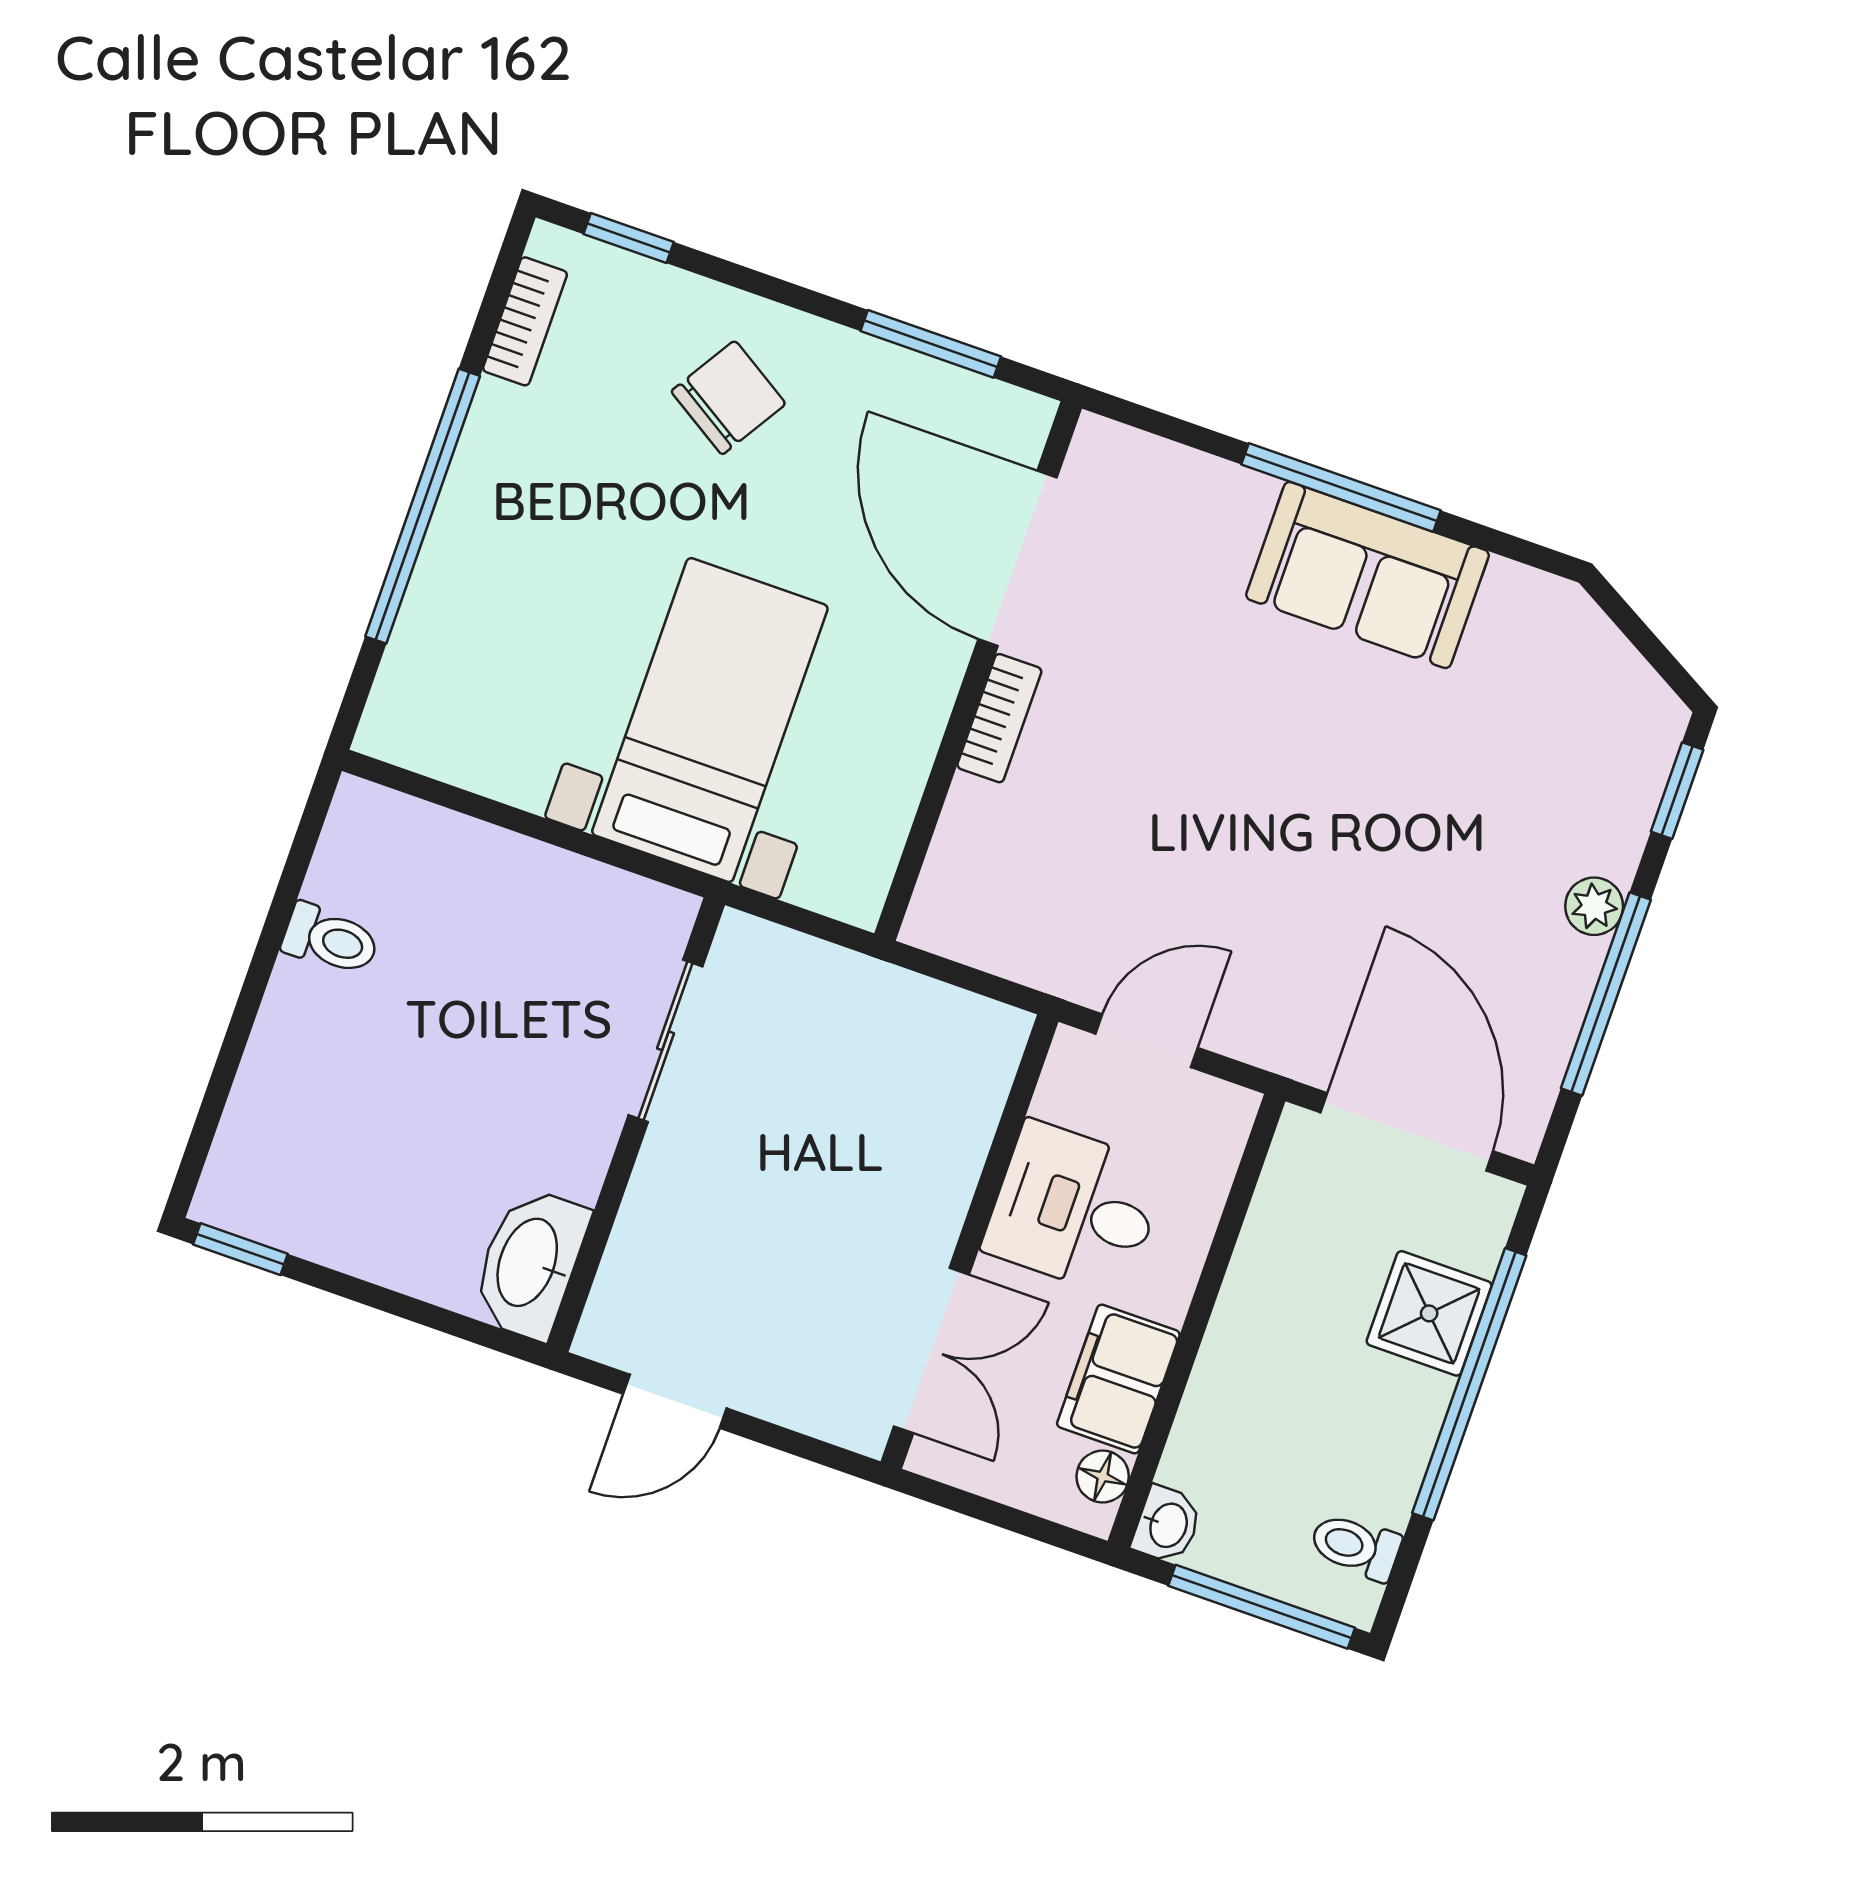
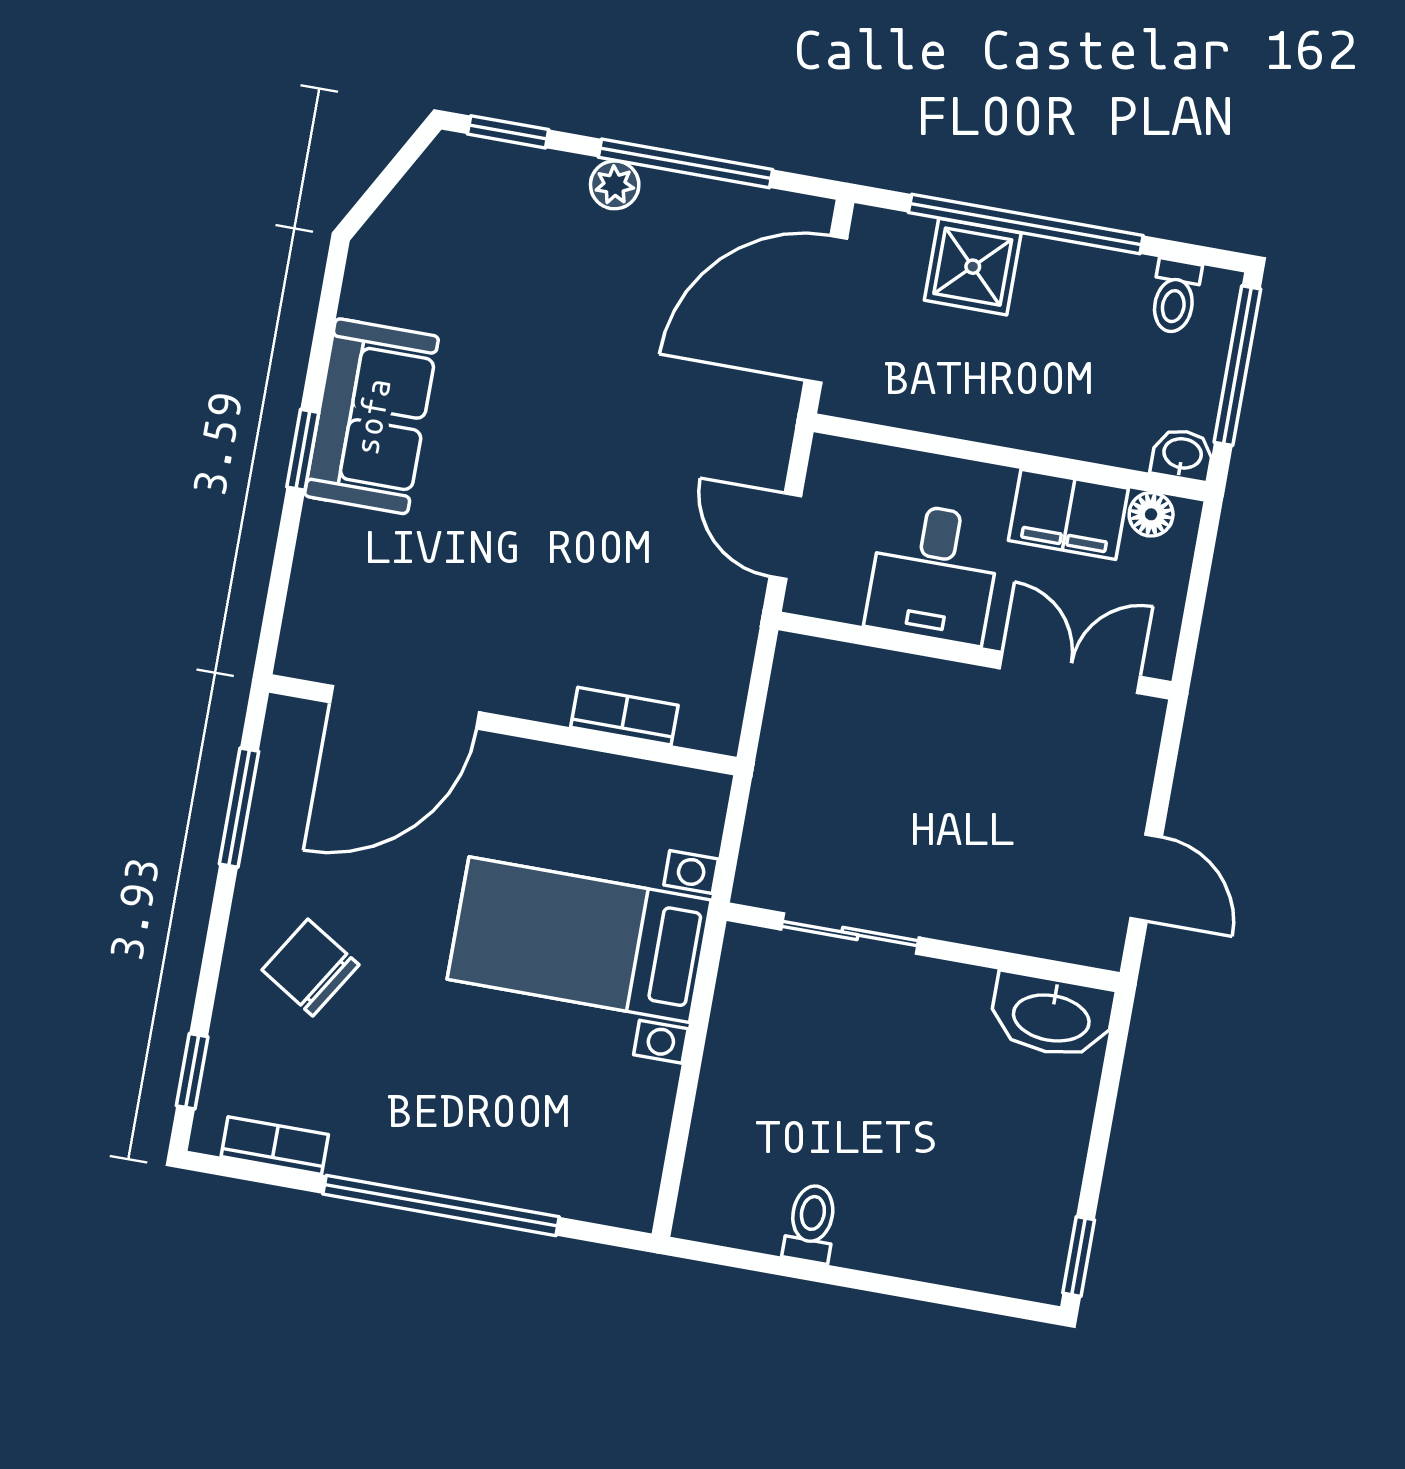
window: (1341, 487) -> (303, 450), width x0.46
bookcase: (999, 718) -> (624, 716), moved

